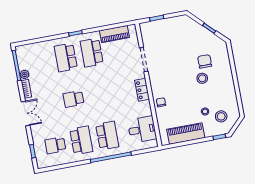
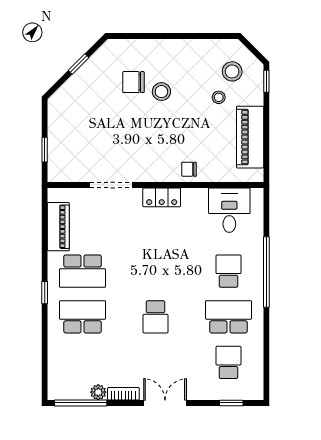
school desk: (66, 57) -> (83, 317), turned 180
school desk: (107, 136) -> (228, 271), width x0.54
school desk: (55, 145) -> (228, 362), turned 180

